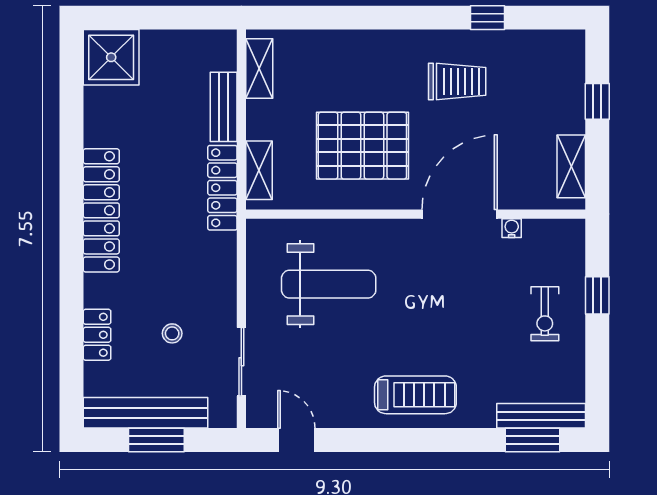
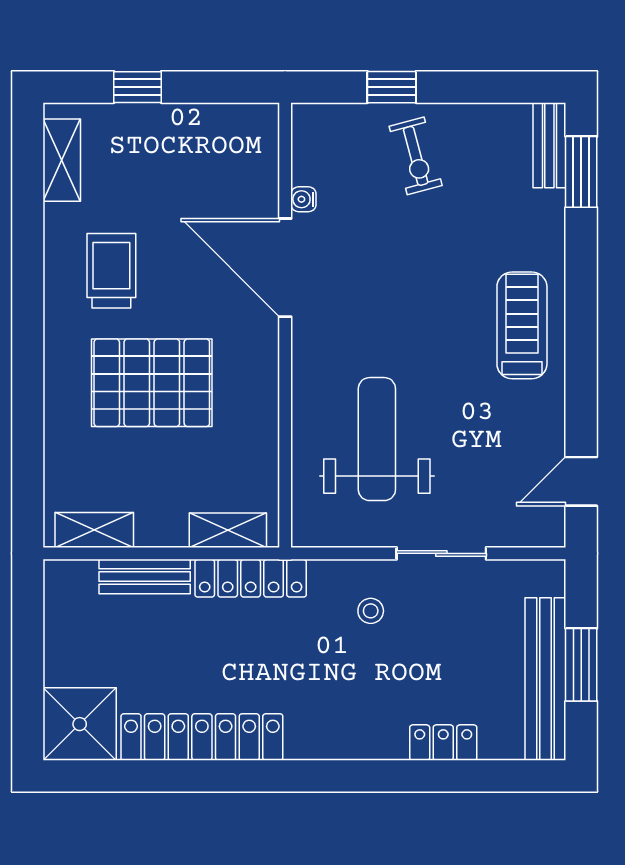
window: (487, 18) -> (28, 231), removed
pallet: (362, 146) -> (152, 383), moved, turned 90
shelving: (571, 166) -> (62, 160), moved, turned 90
locker: (101, 210) -> (202, 737), moved
exercise bike: (545, 314) -> (416, 156), turned 75
stool: (172, 333) -> (371, 611), moved
sliding door: (241, 362) -> (441, 553), moved
bench: (541, 416) -> (549, 145), width x0.73

